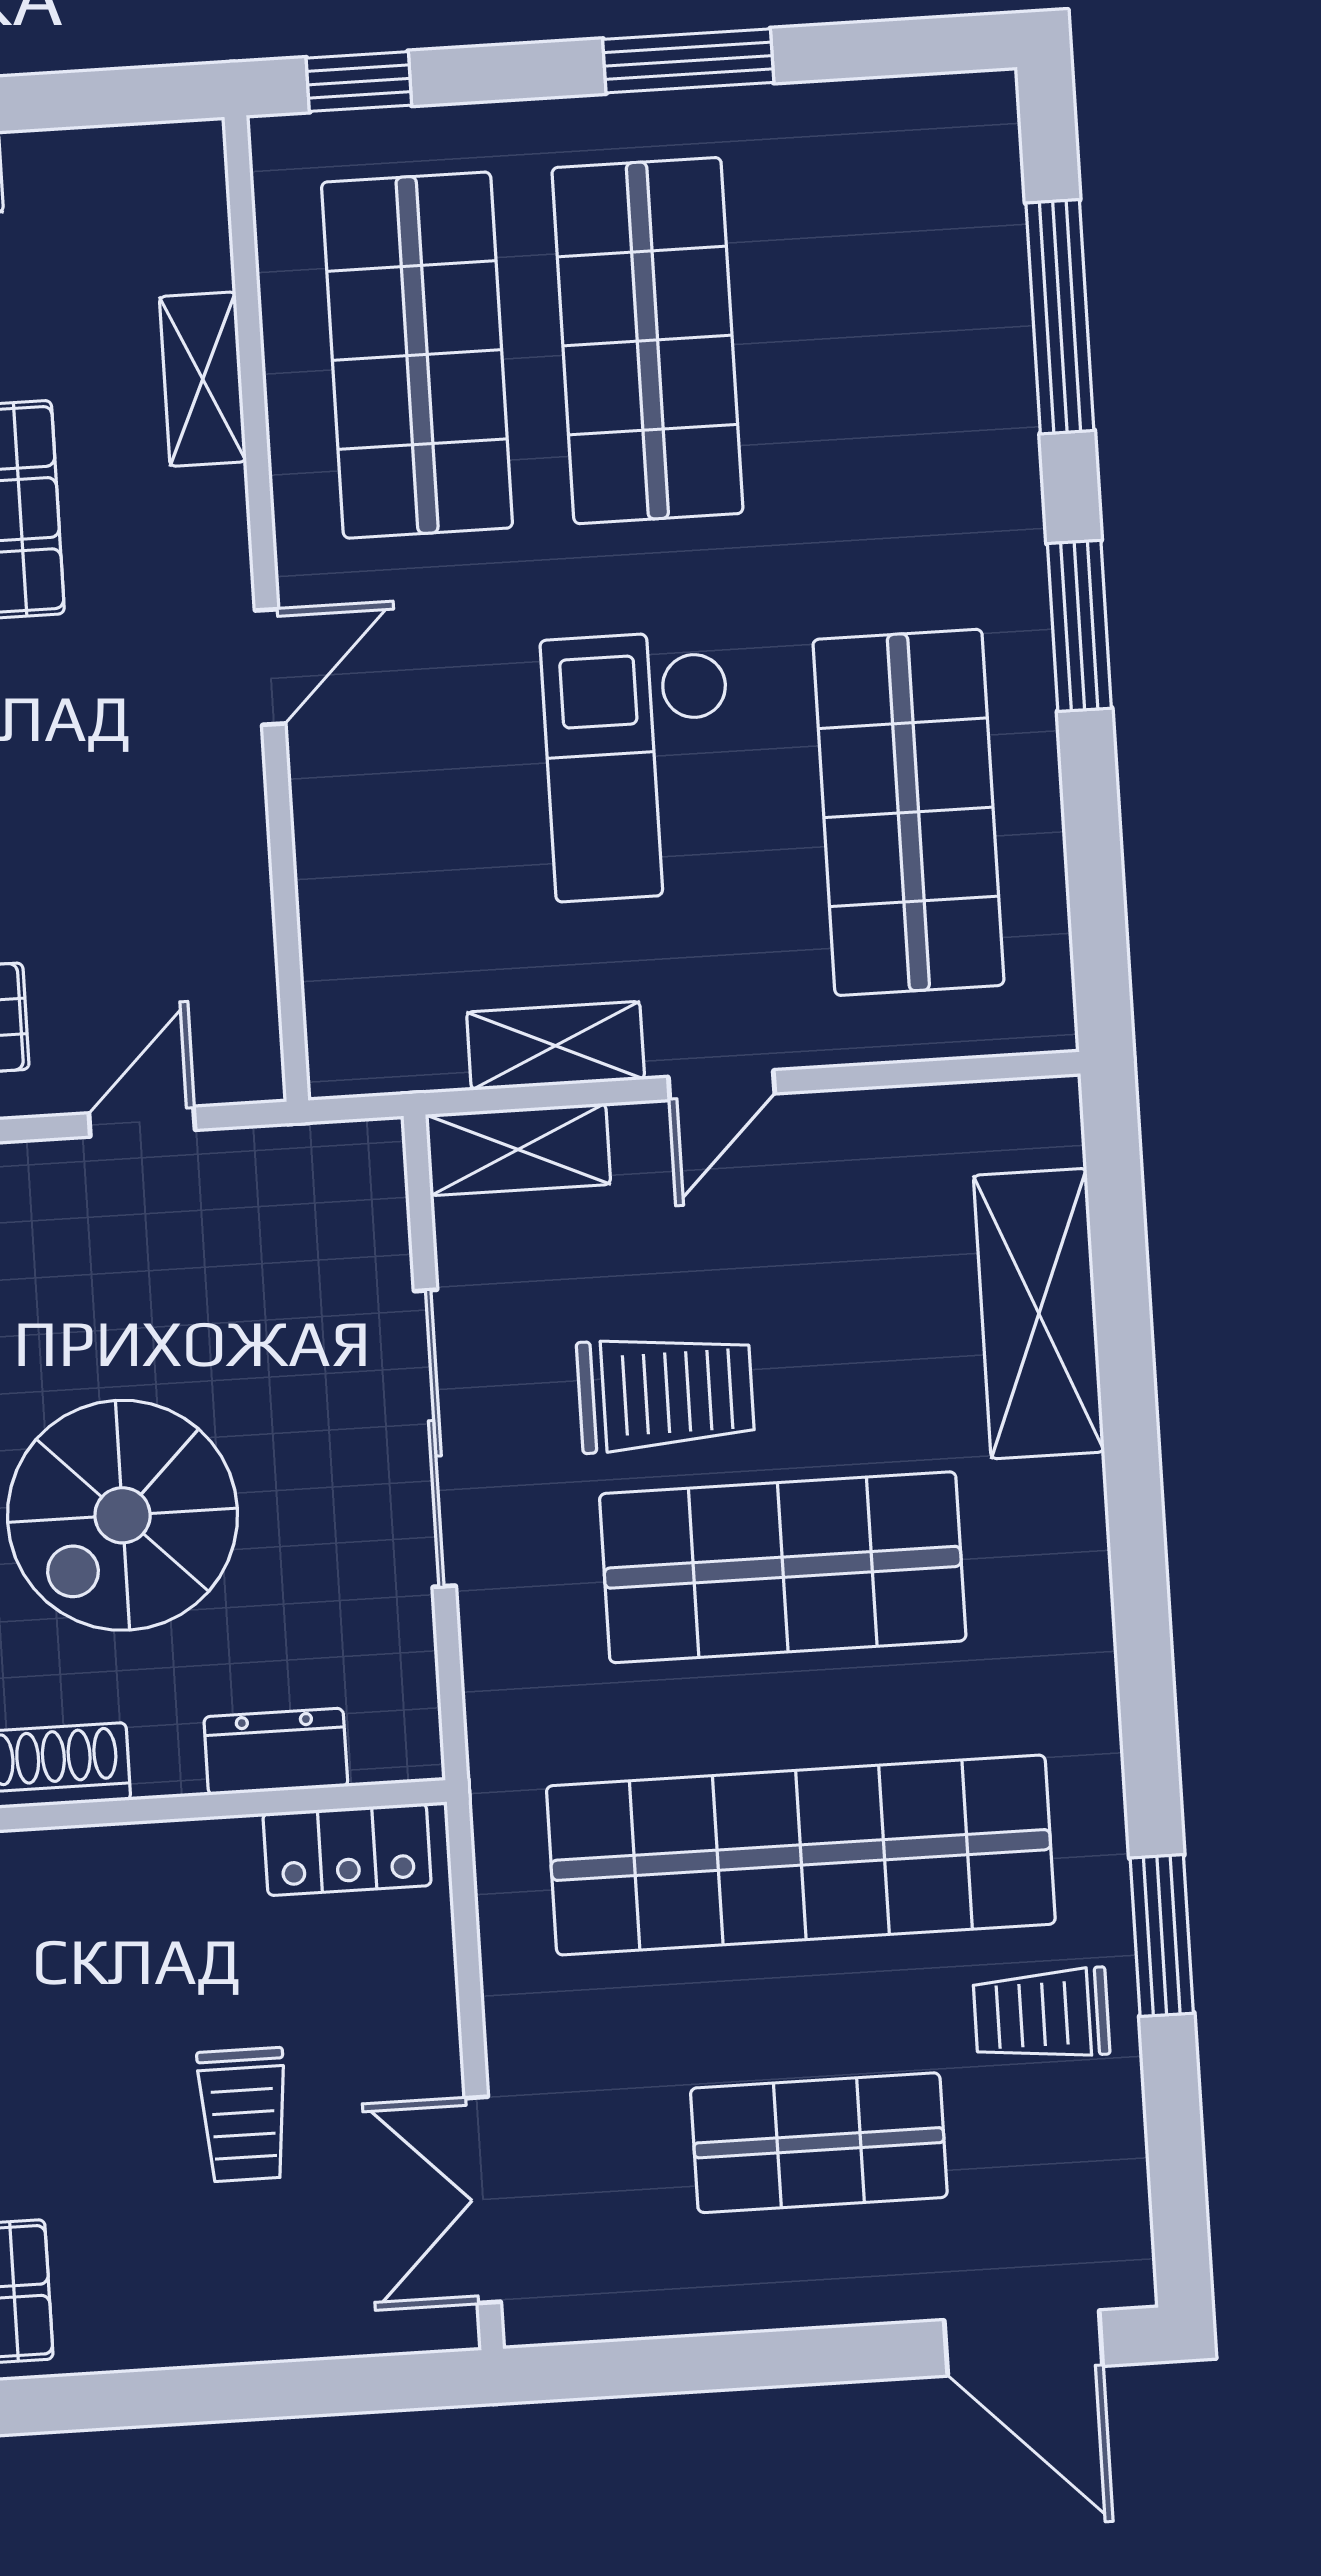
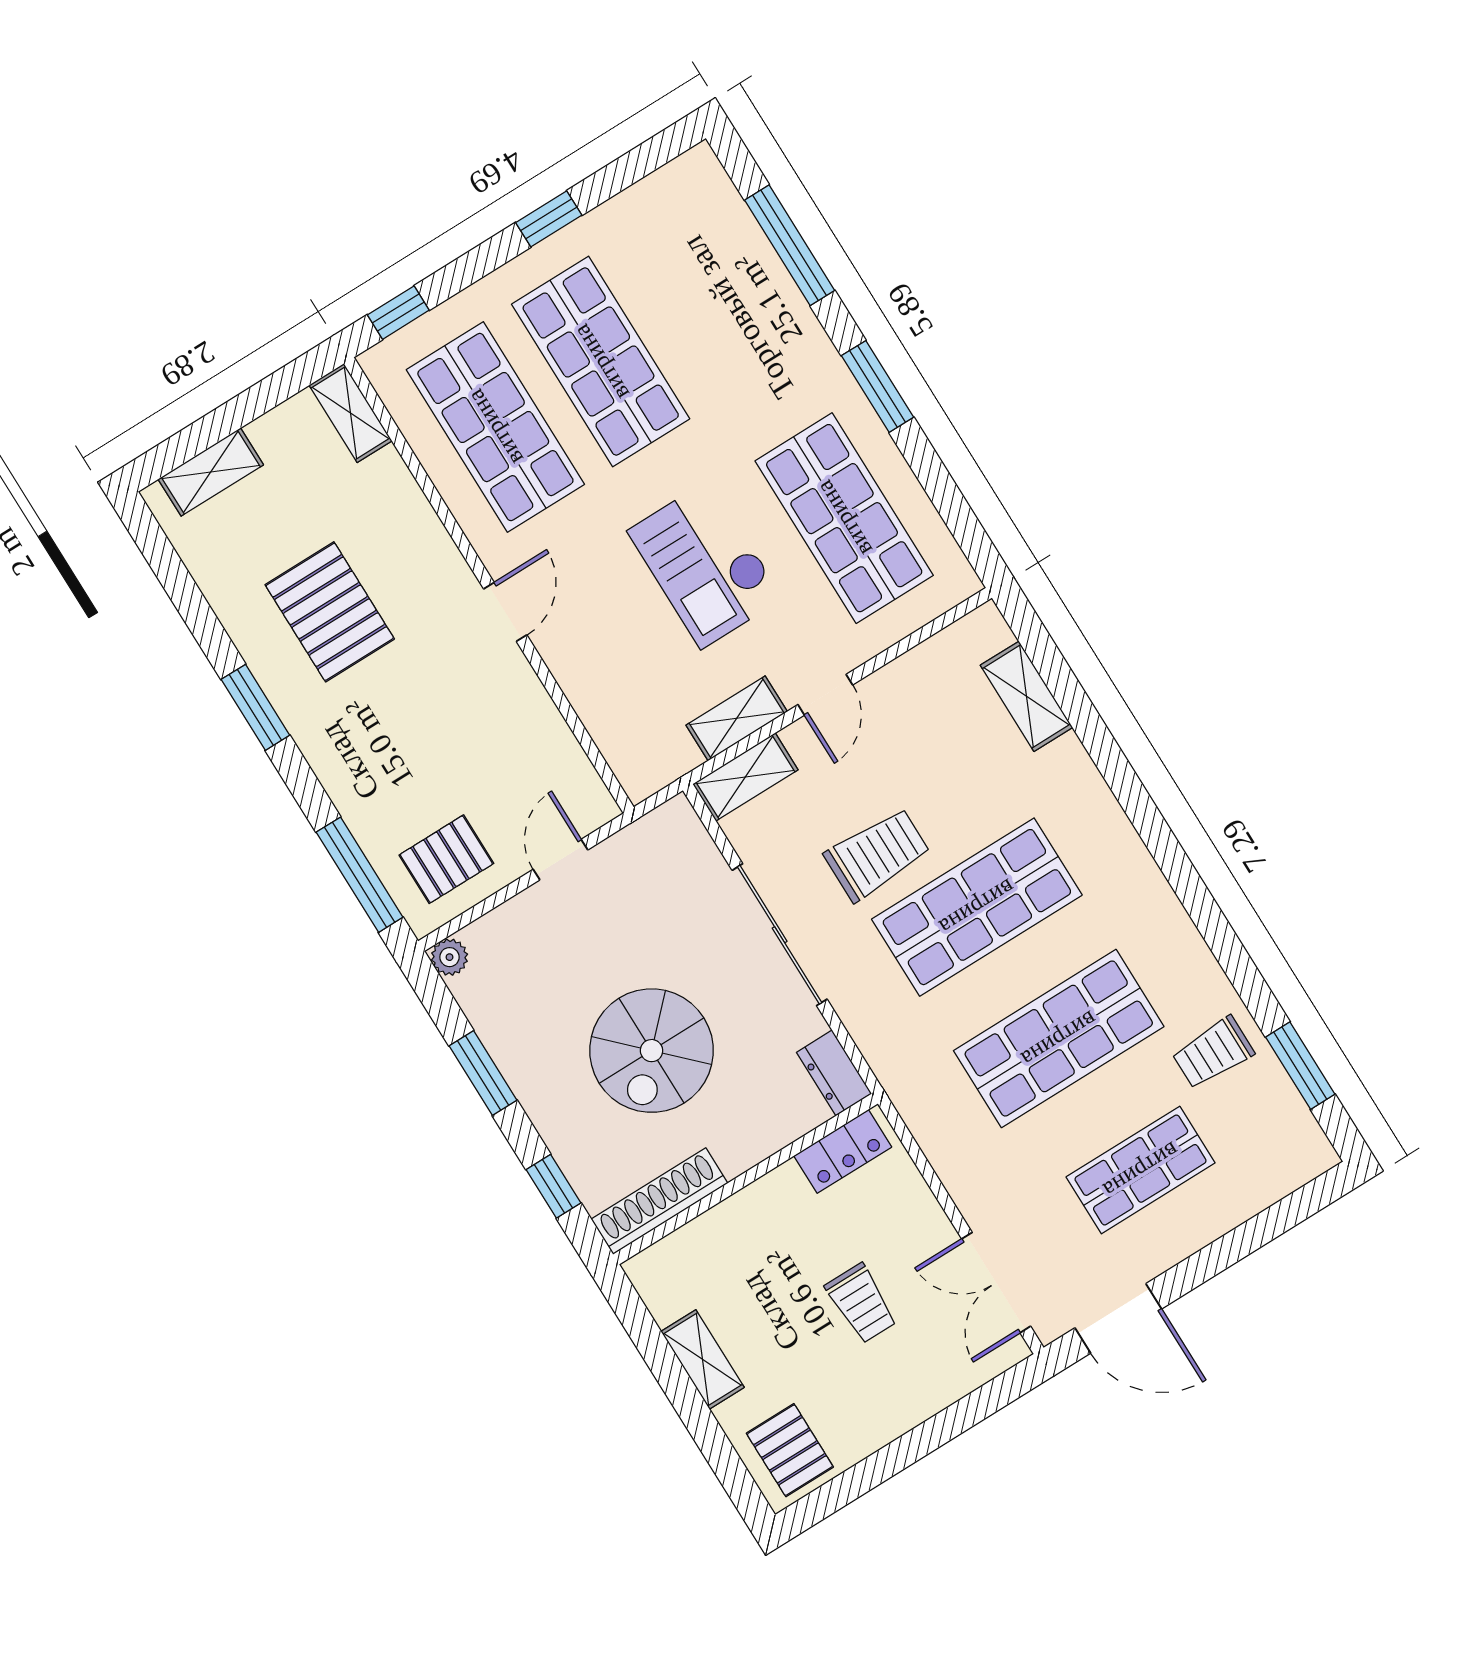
window: (688, 61) -> (549, 219), width x0.67
shelving: (203, 379) -> (351, 413), moved
shelving: (1039, 1314) -> (1026, 696), width x0.67, depth x0.75
dresser: (276, 1752) -> (834, 1073), moved, turned -90
shop shelf: (801, 1855) -> (1059, 1039), width x0.71
window: (1162, 1936) -> (1300, 1066), moved
door: (1023, 2343) -> (1118, 1318), moved

